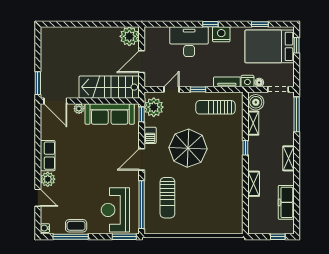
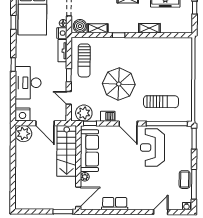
nightstand: (221, 34) -> (22, 114), moved, turned -90
row of seats: (48, 156) -> (115, 204), moved
plant: (48, 179) -> (145, 204), removed
reception desk: (115, 210) -> (153, 148), moved, turned 90

